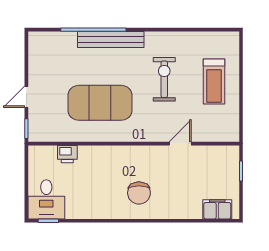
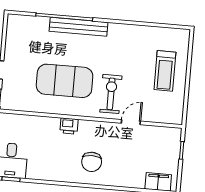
exercise bike: (164, 79) -> (111, 94), moved
printer: (67, 154) -> (69, 126), moved

